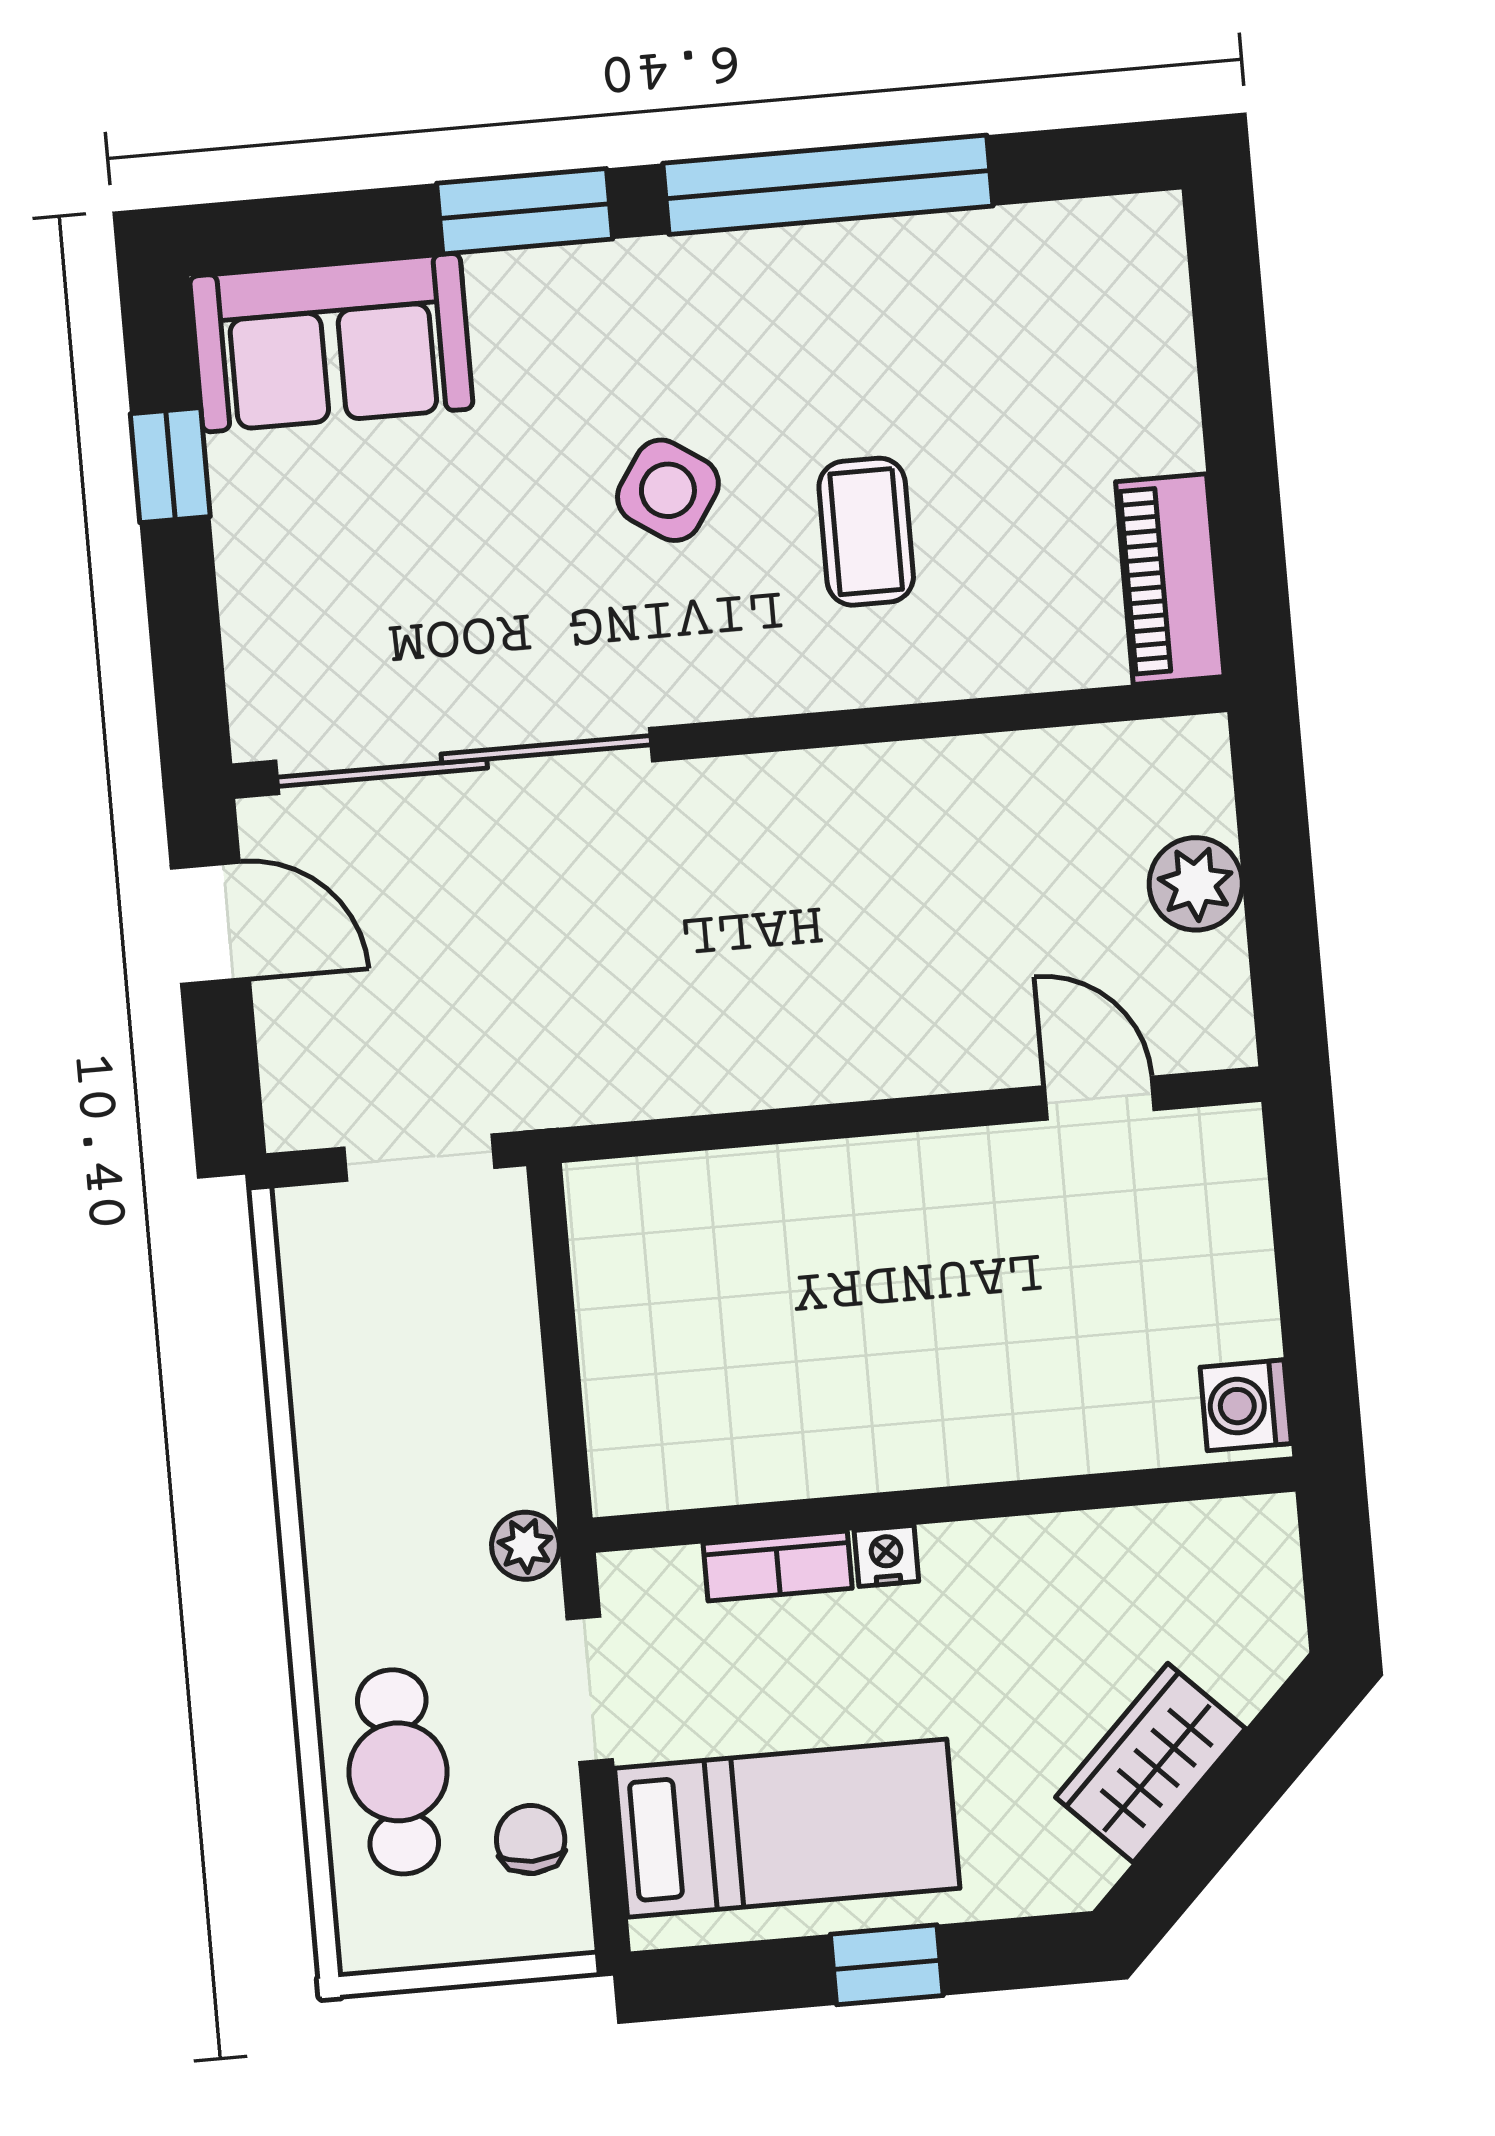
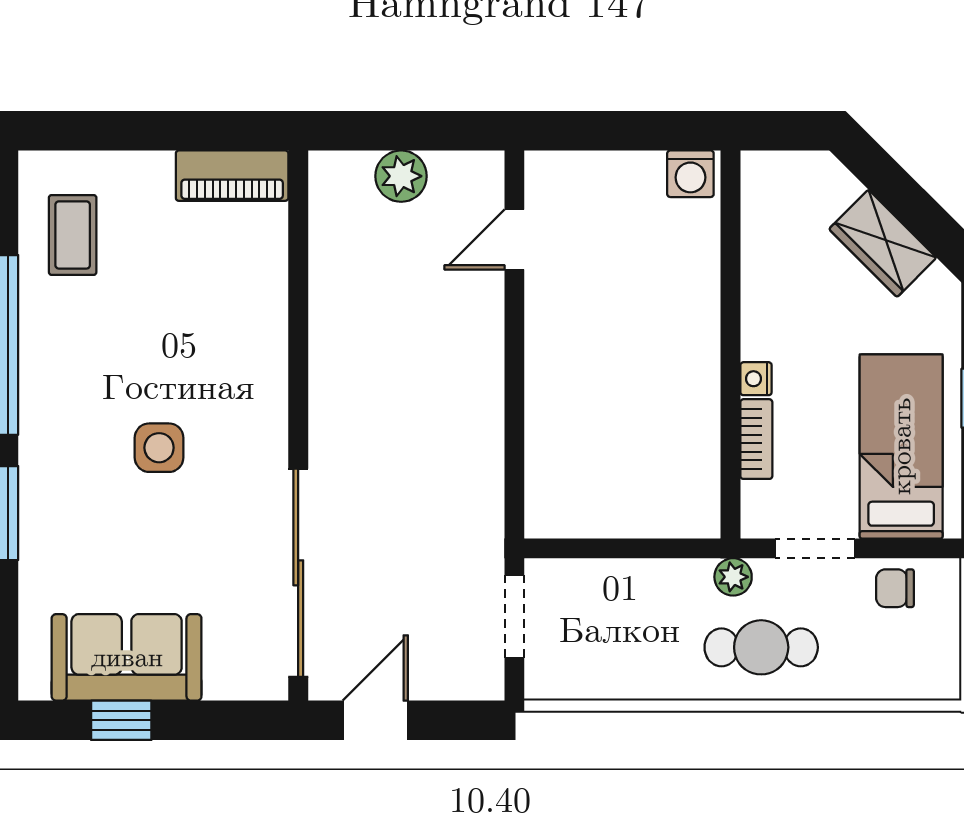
sofa: (331, 343) -> (127, 657), moved, turned -90
side table: (668, 490) -> (159, 448), turned -34
coffee table: (866, 532) -> (73, 235), moved, turned 90
cafe table: (398, 1772) -> (761, 647), moved

